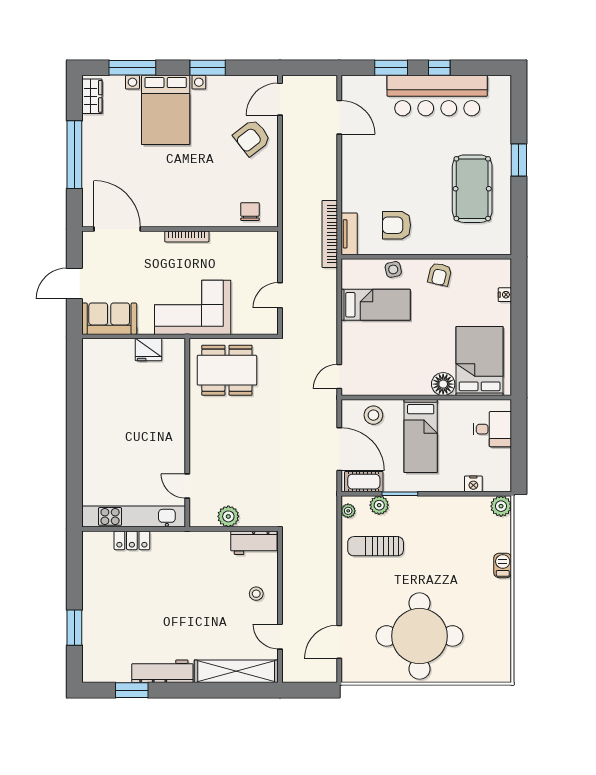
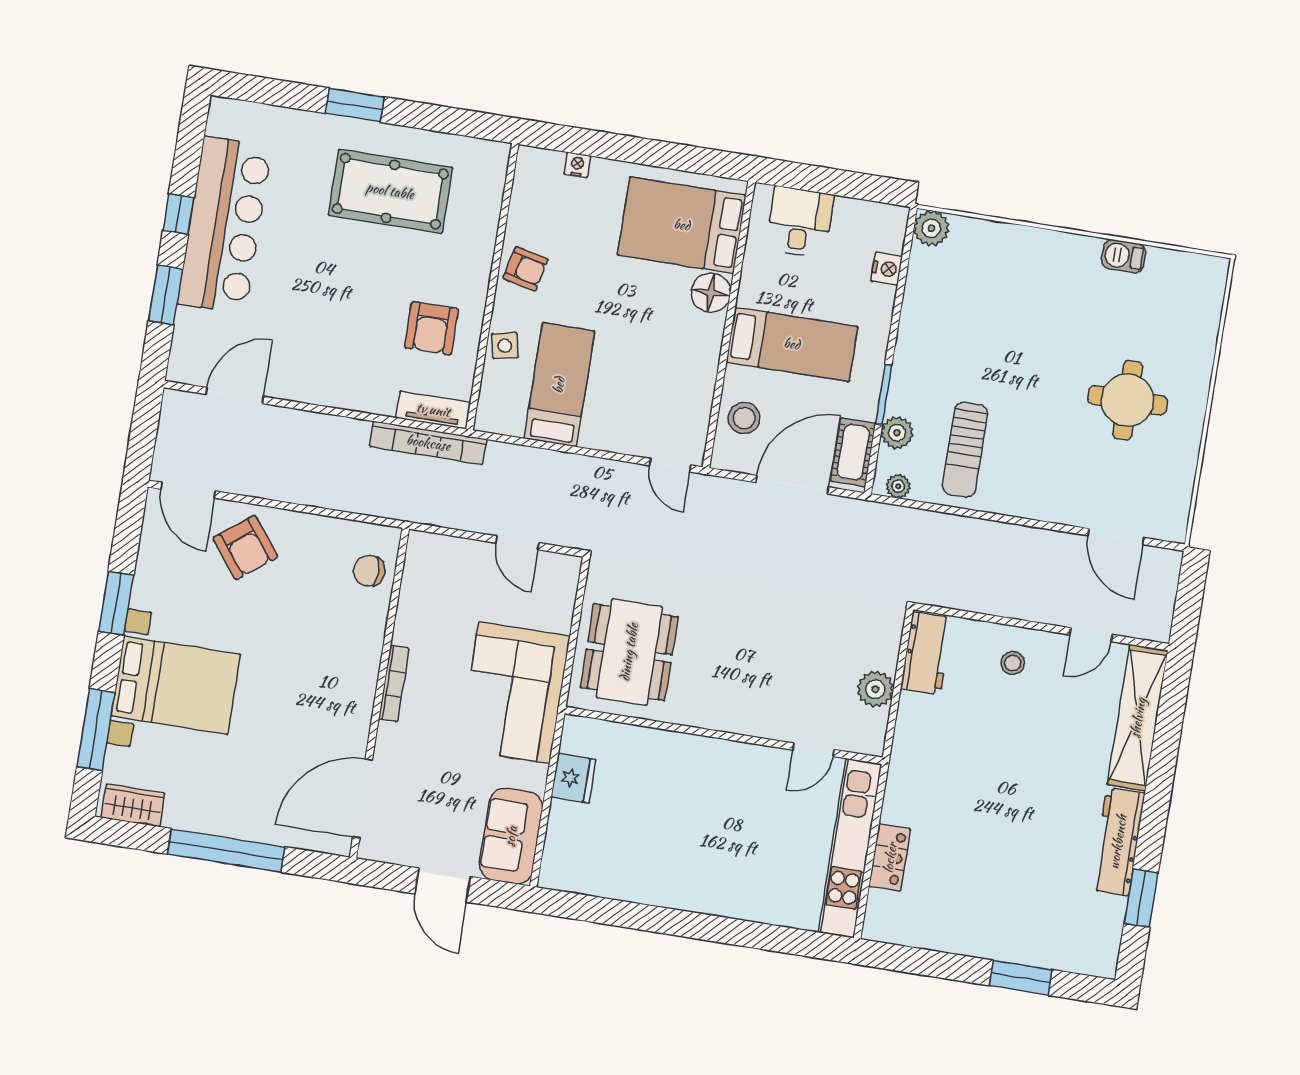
barbecue: (503, 565) -> (1124, 256), moved
round table: (420, 636) -> (1128, 400), width x0.54, depth x0.54

